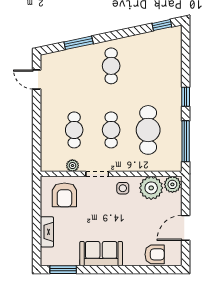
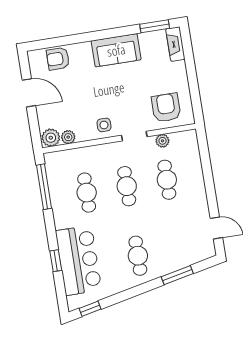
bar counter: (165, 70) -> (79, 260), added
window: (186, 97) -> (56, 261), moved
cafe table: (148, 130) -> (87, 193), width x0.73, depth x0.74
plant: (151, 188) -> (68, 137), width x0.53, depth x0.53
door: (186, 228) -> (29, 93), hinge flipped
fireplace: (47, 232) -> (175, 44), moved

